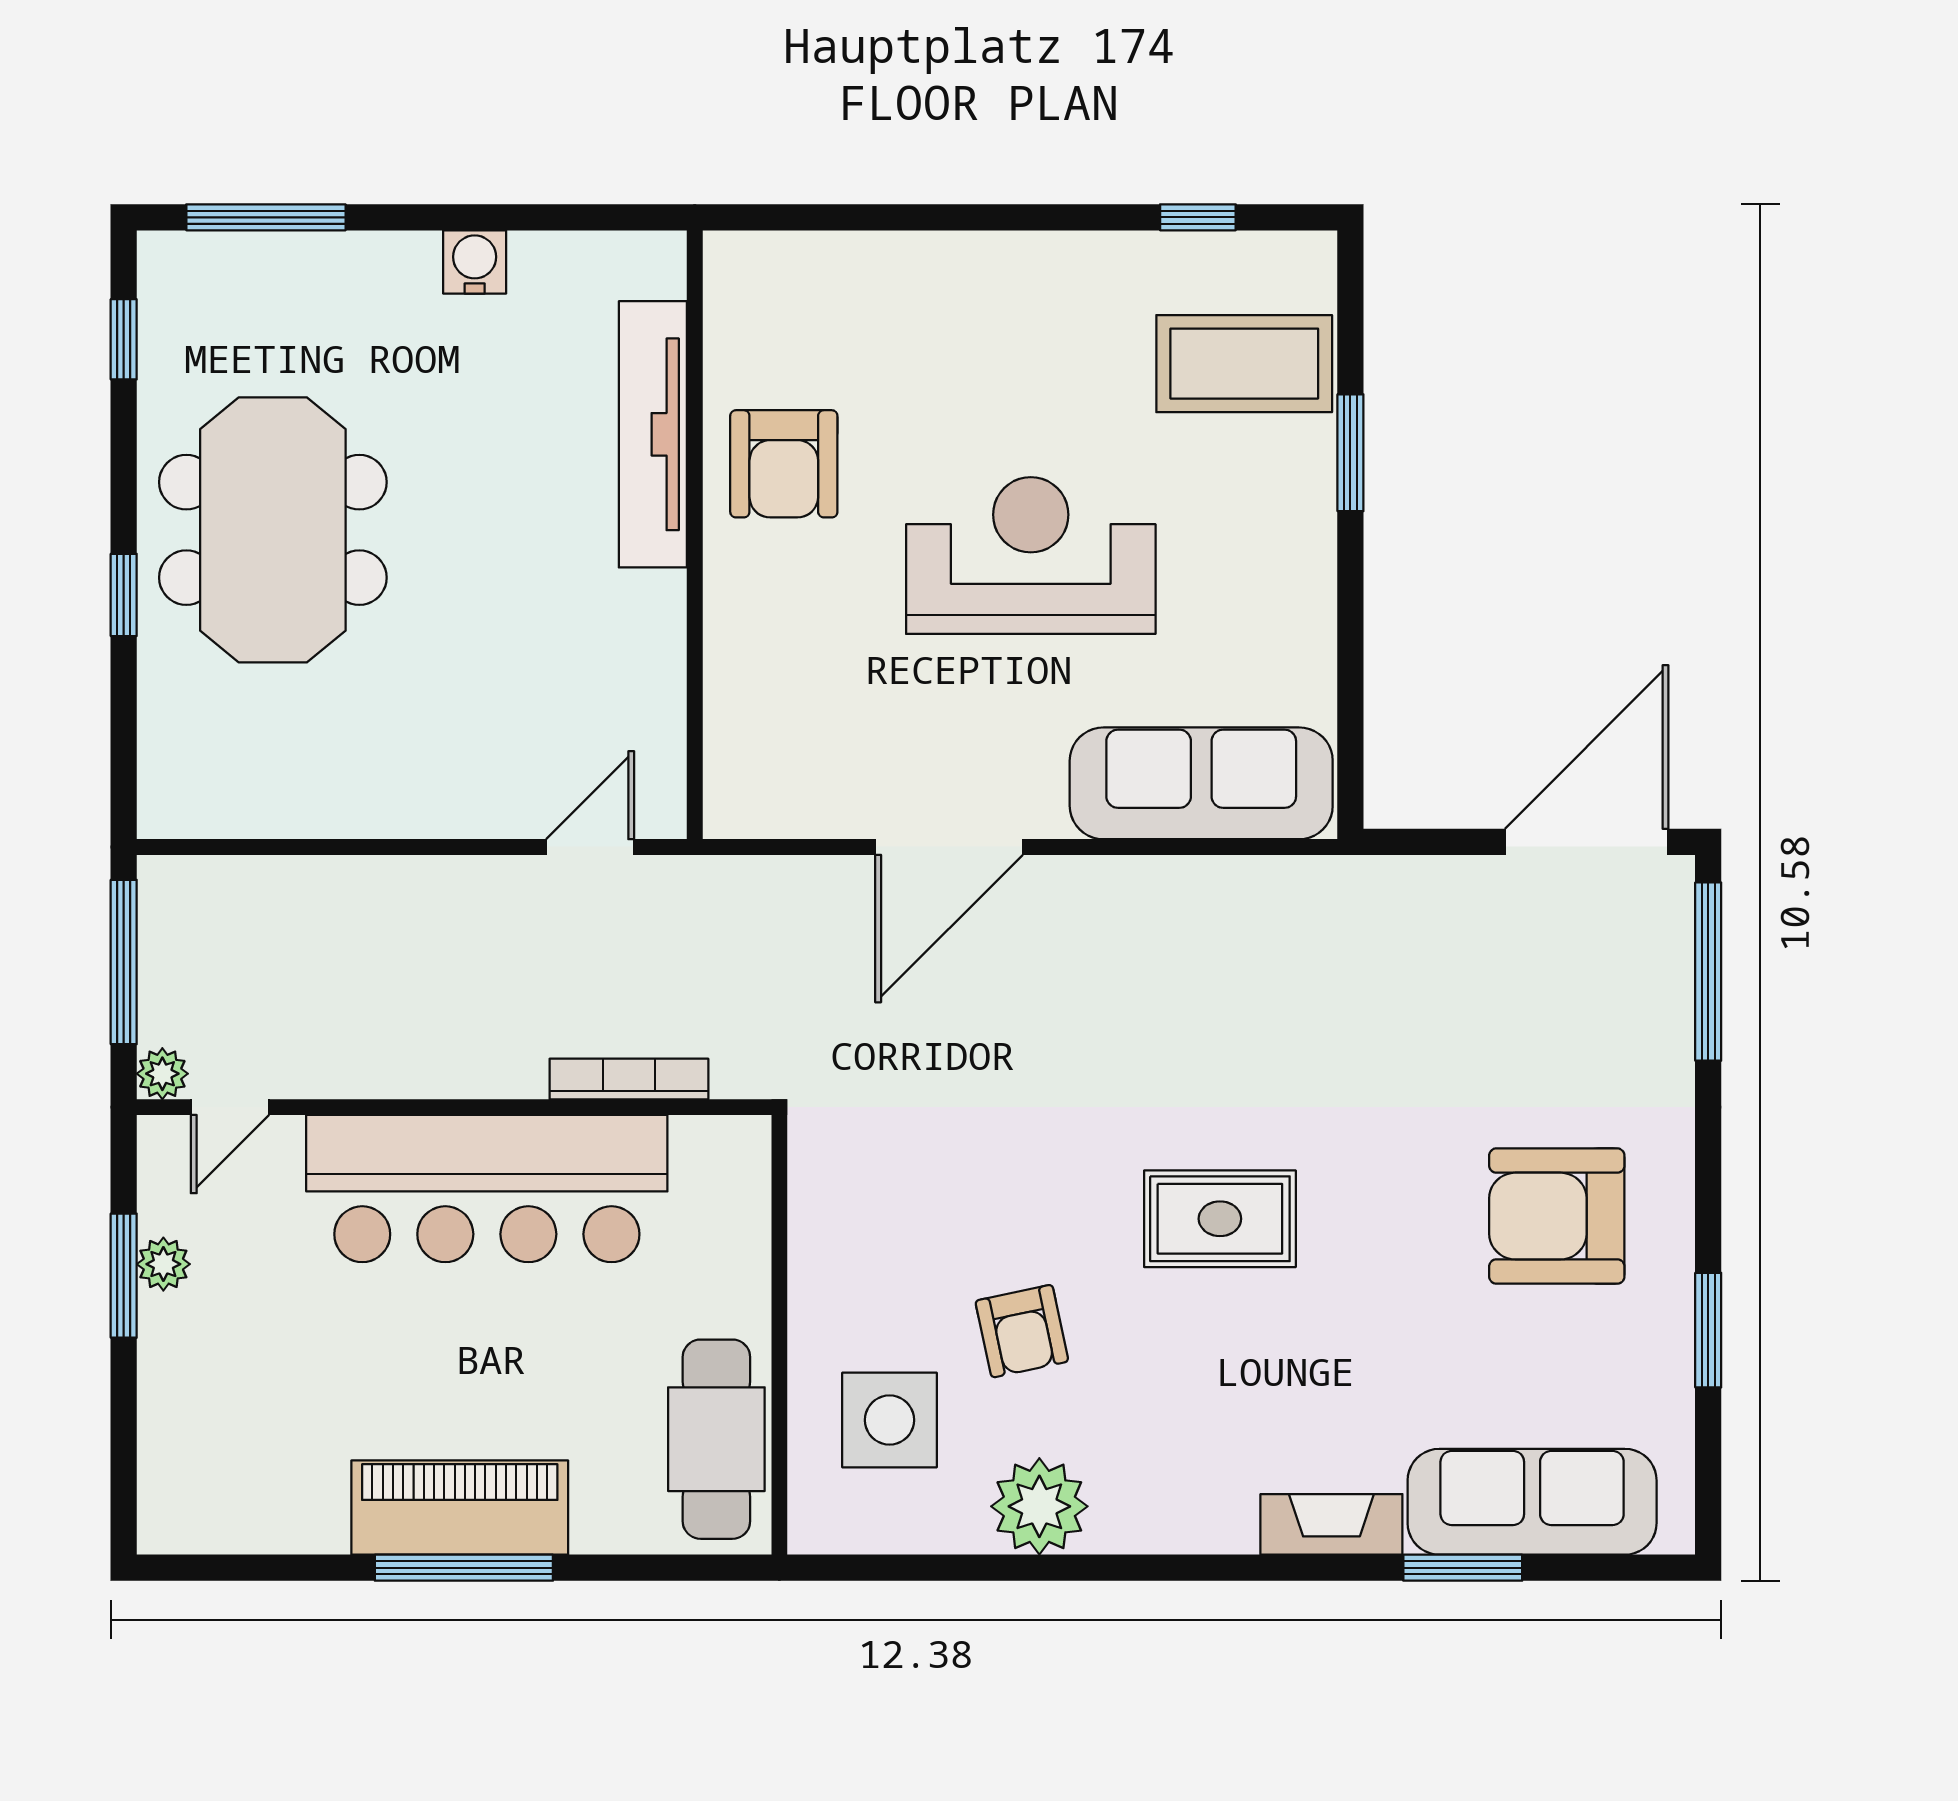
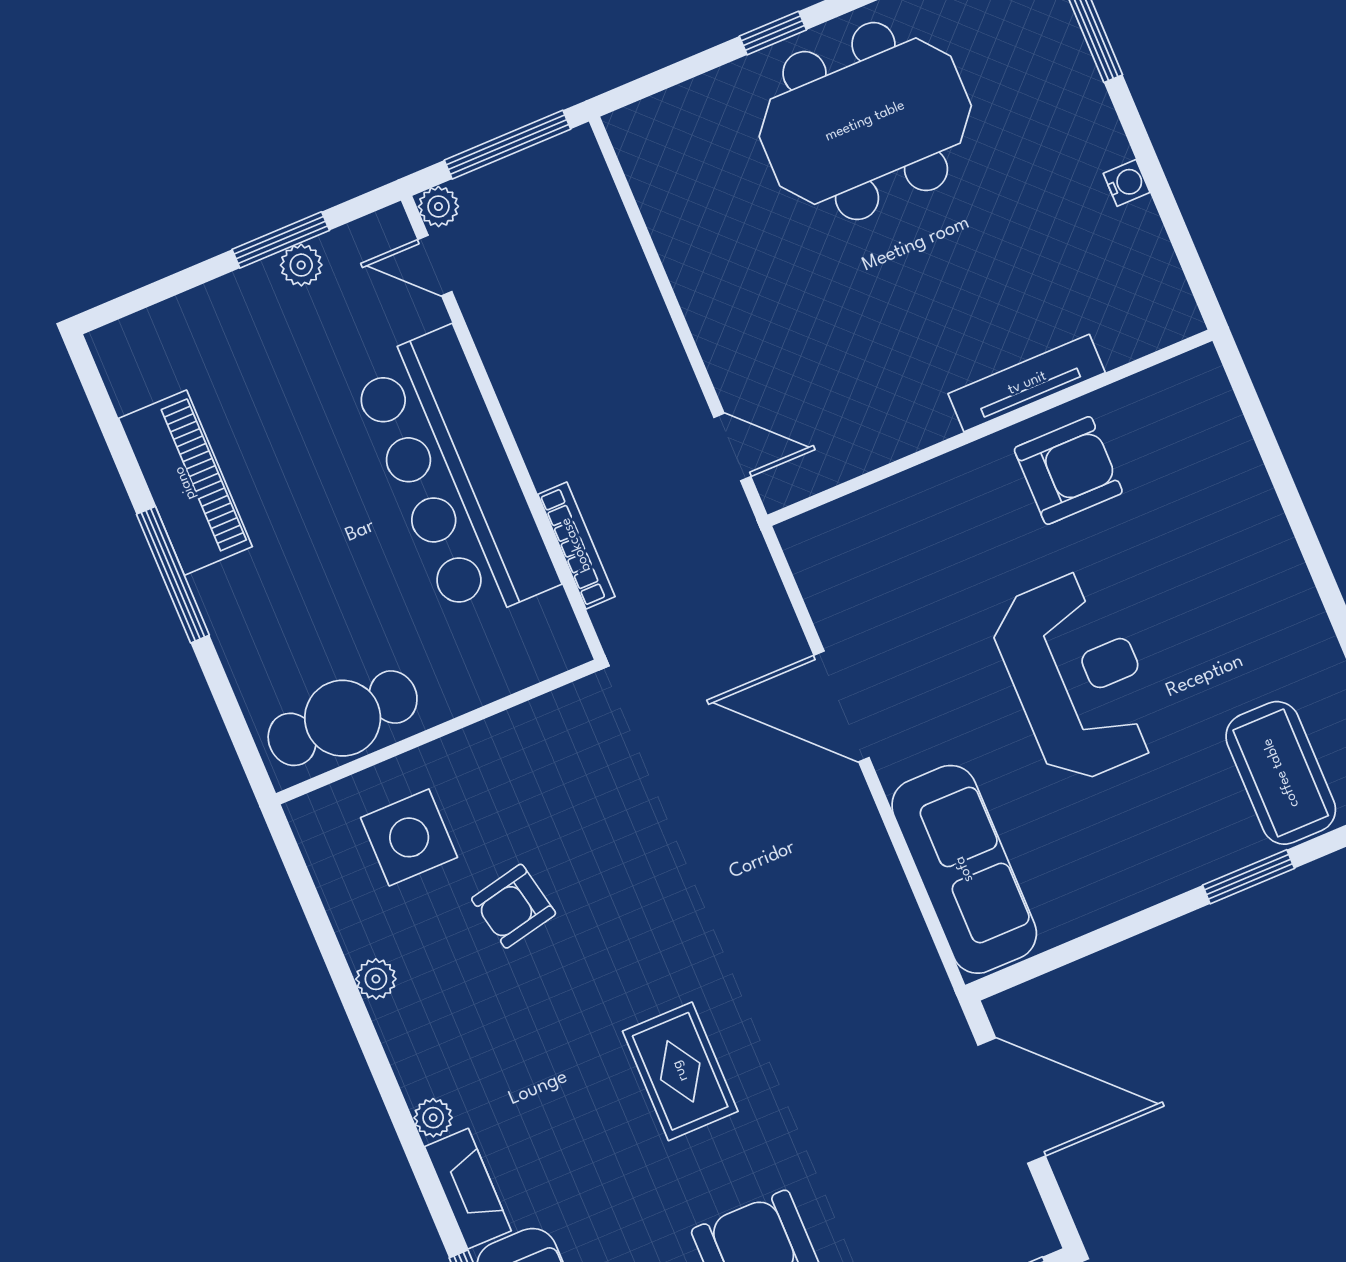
water cooler: (475, 262) -> (1127, 183), width x0.72, depth x0.72
tv unit: (653, 434) -> (1027, 383), width x0.73, depth x0.78
armchair: (784, 464) -> (1068, 470), turned 180
door: (1587, 842) -> (1012, 1101), moved
rug: (1220, 1219) -> (680, 1071), moved
plant: (1039, 1506) -> (376, 979), width x0.53, depth x0.53
piano: (460, 1508) -> (185, 483), moved
plant: (1231, 1530) -> (433, 1118), added

